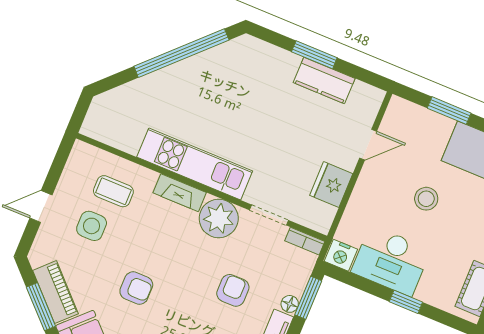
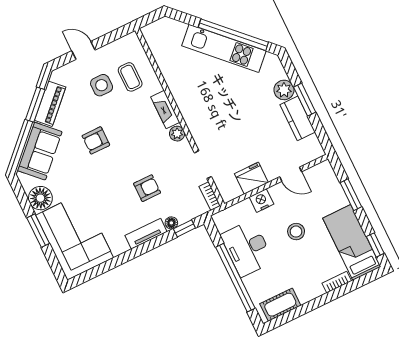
plant: (284, 64) -> (284, 90), added
kitchen unit: (195, 164) -> (224, 48), moved, turned 135
plant: (219, 218) -> (177, 134), width x0.53, depth x0.53
nightstand: (341, 255) -> (261, 201), moved, turned 90
armchair: (136, 288) -> (96, 140), turned 90
window: (308, 298) -> (184, 228), width x0.67
window: (406, 302) -> (235, 278), width x3.17

